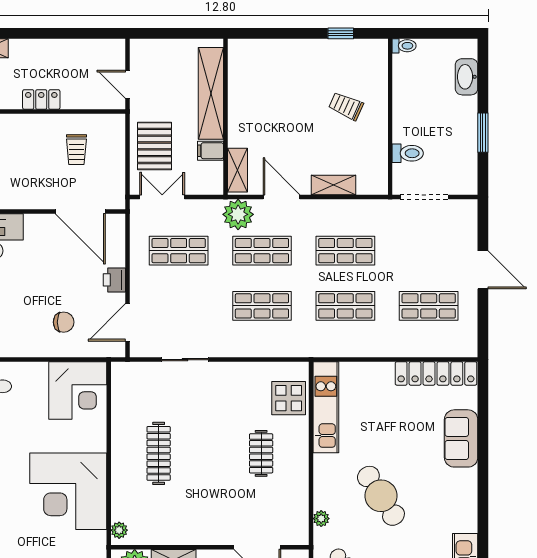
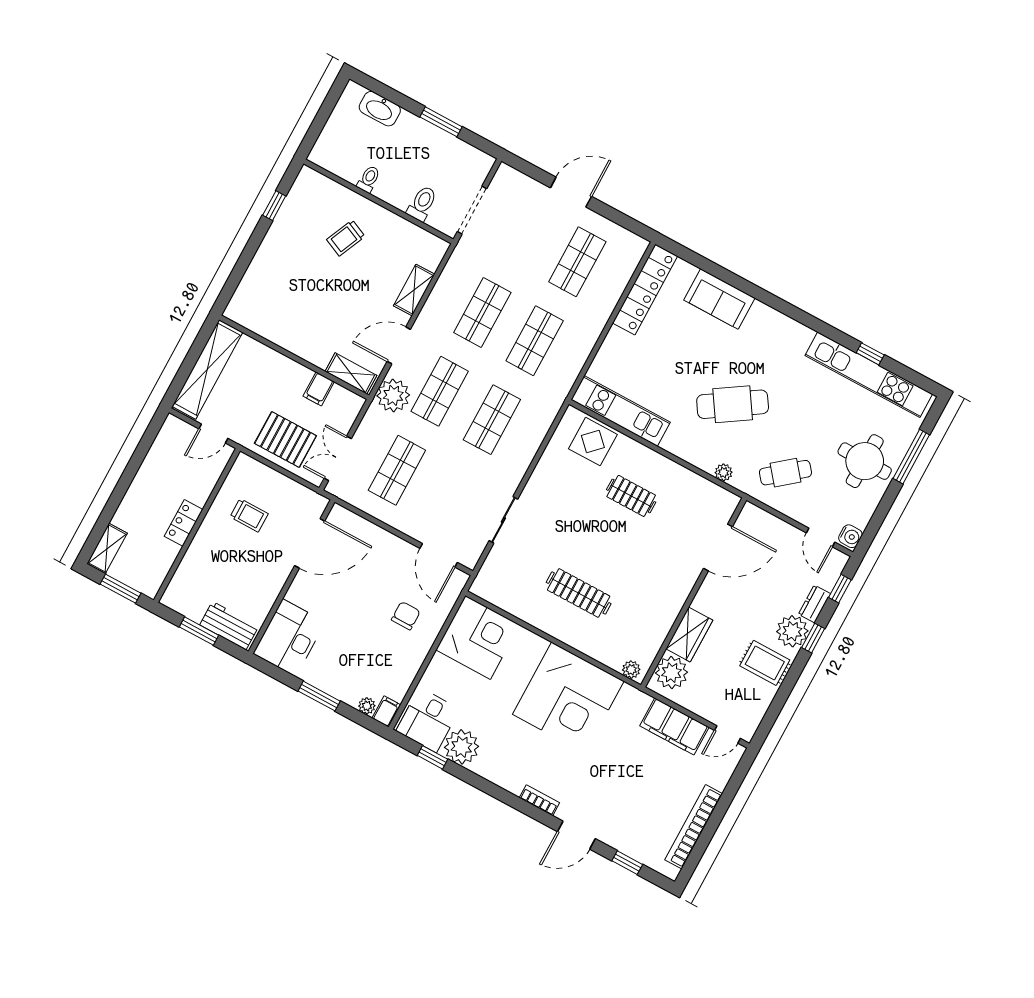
toilet: (404, 46) -> (369, 179), moved
shelving: (211, 93) -> (207, 369), moved, turned 90
printer: (114, 280) -> (392, 546), removed

